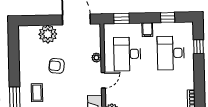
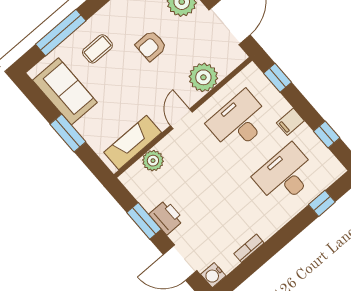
plant: (96, 58) -> (203, 77), width x1.87, depth x1.87
armchair: (57, 66) -> (151, 46), turned -96
door: (103, 80) -> (181, 119), swing flipped

